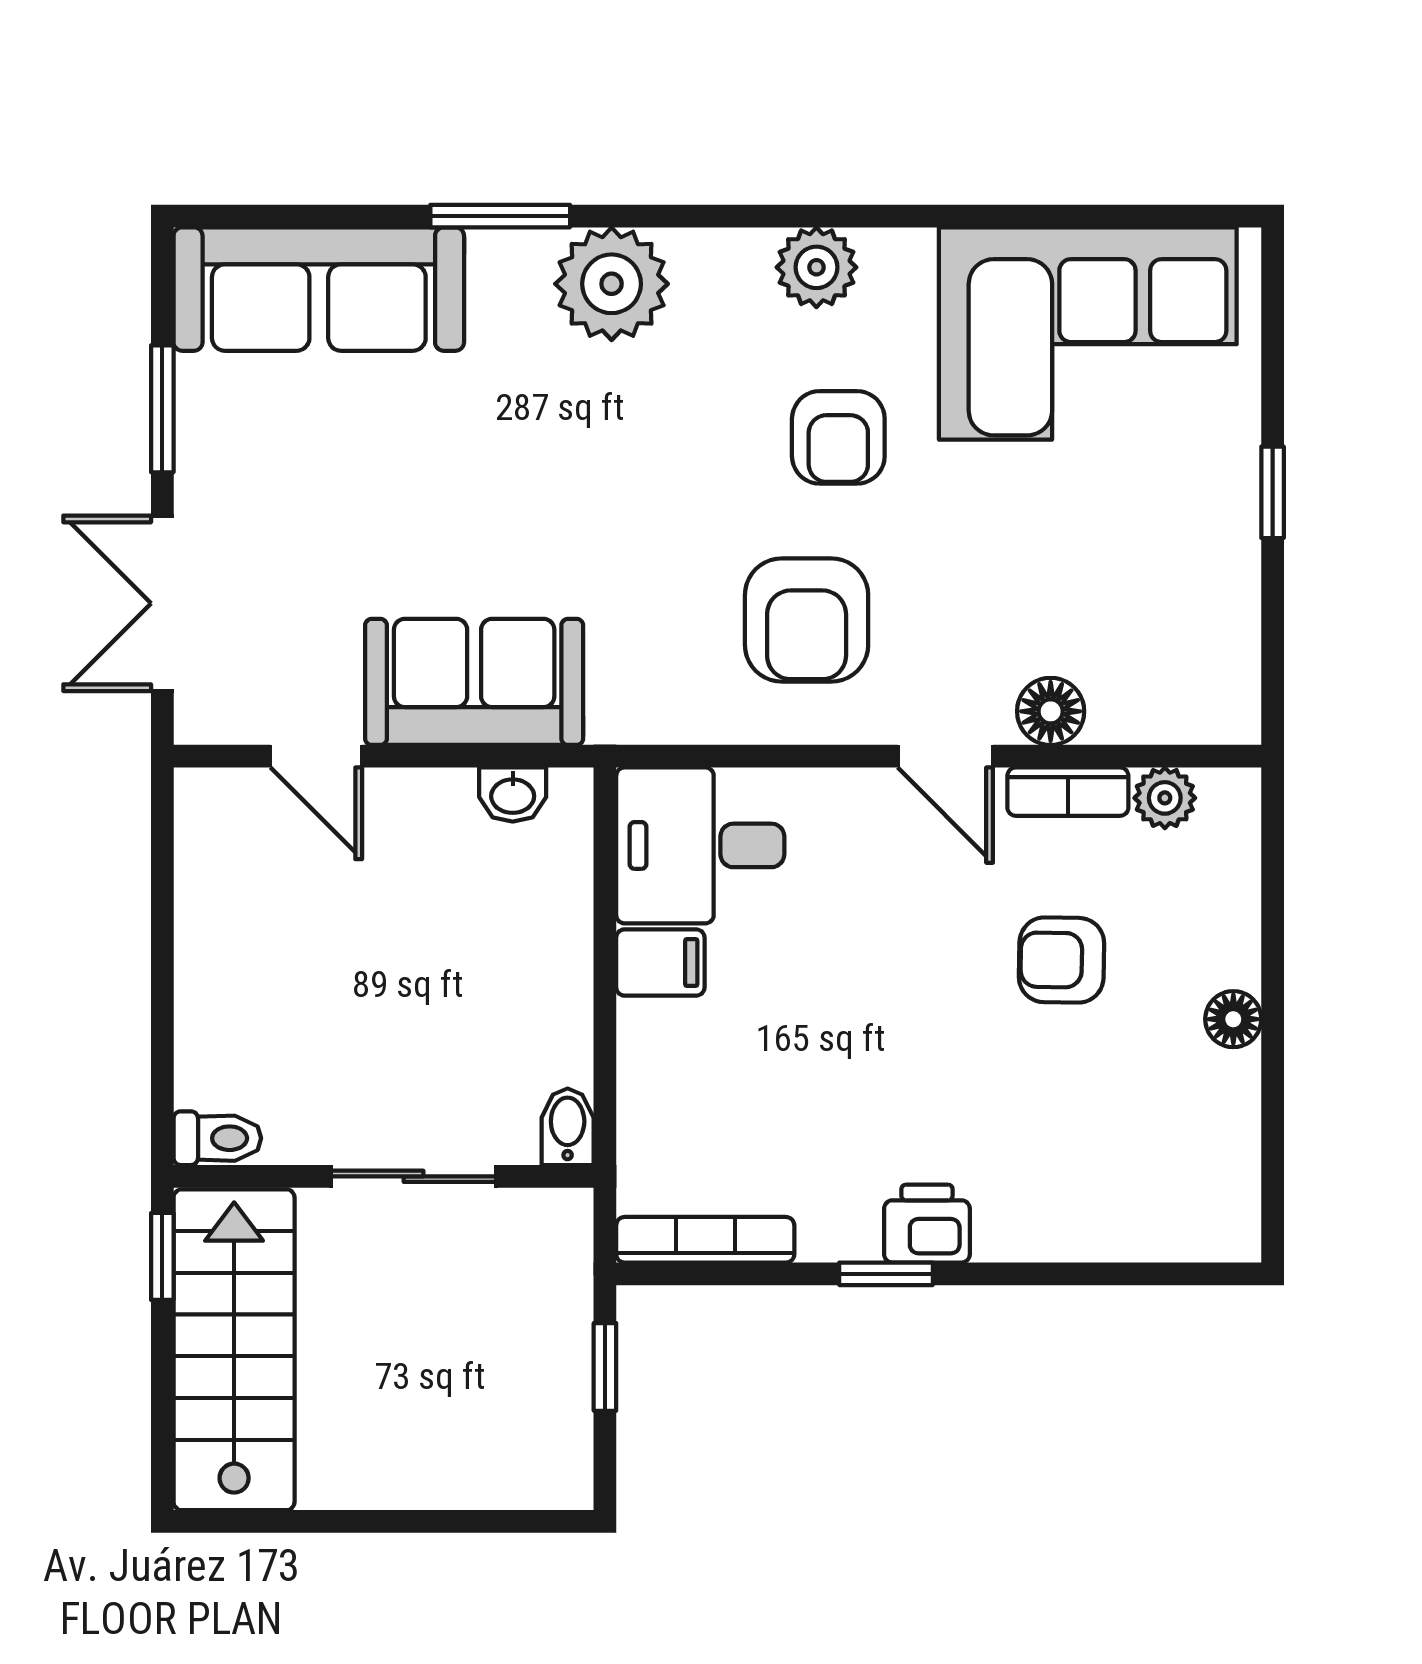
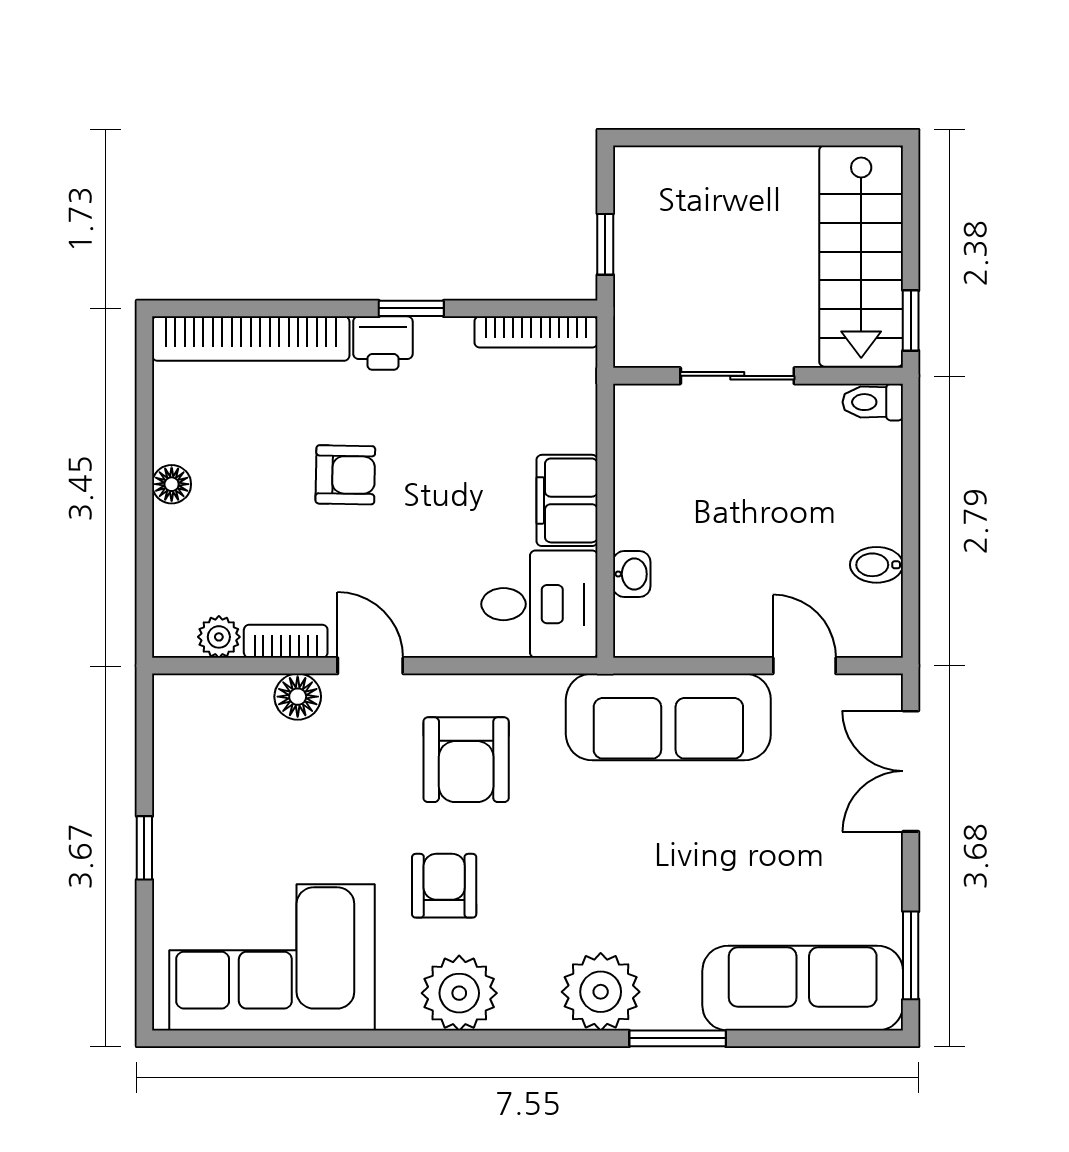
plant: (816, 267) -> (459, 993), width x1.36, depth x1.36
window: (162, 409) -> (911, 955), moved
double door: (162, 603) -> (911, 771), swing flipped
armchair: (807, 620) -> (466, 760), turned 180
sofa: (474, 682) -> (668, 717), width x1.36
washbasin: (513, 795) -> (632, 574), moved, turned 90
armchair: (1061, 960) -> (345, 475), moved
filing cabinet: (660, 963) -> (567, 500), width x2.00
bidet: (568, 1127) -> (876, 565), moved, turned 90
bookcase: (1119, 1230) -> (251, 339), added

